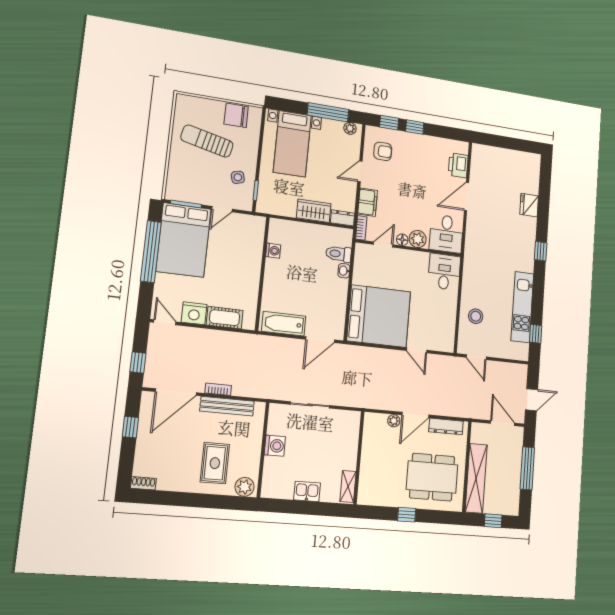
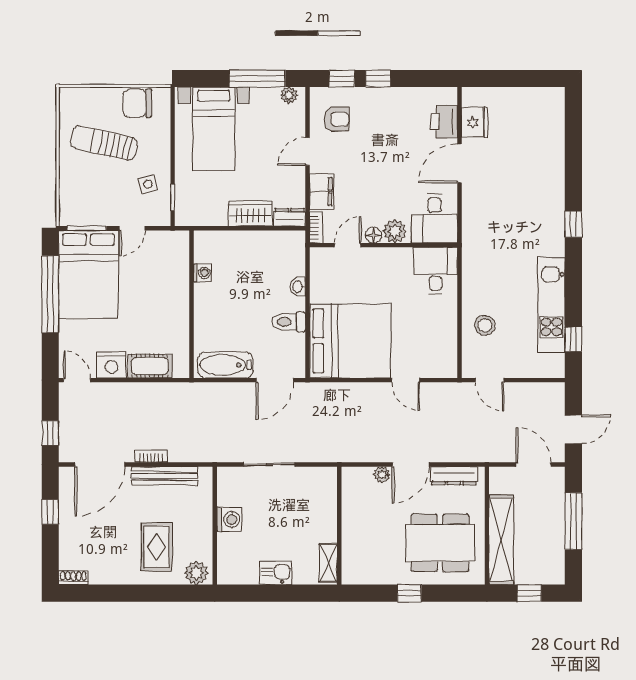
fridge: (529, 205) -> (475, 122), moved, turned 180
toilet: (339, 254) -> (289, 322), moved

